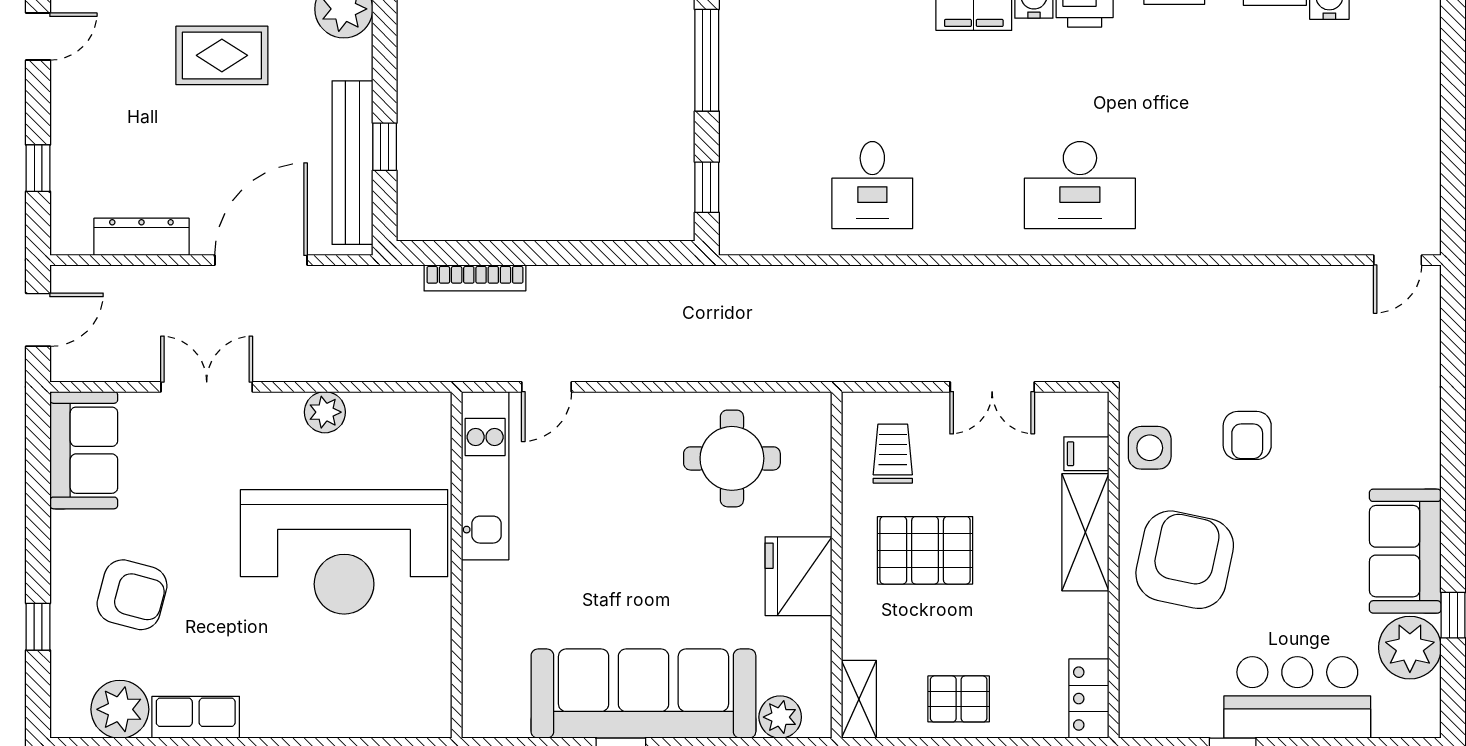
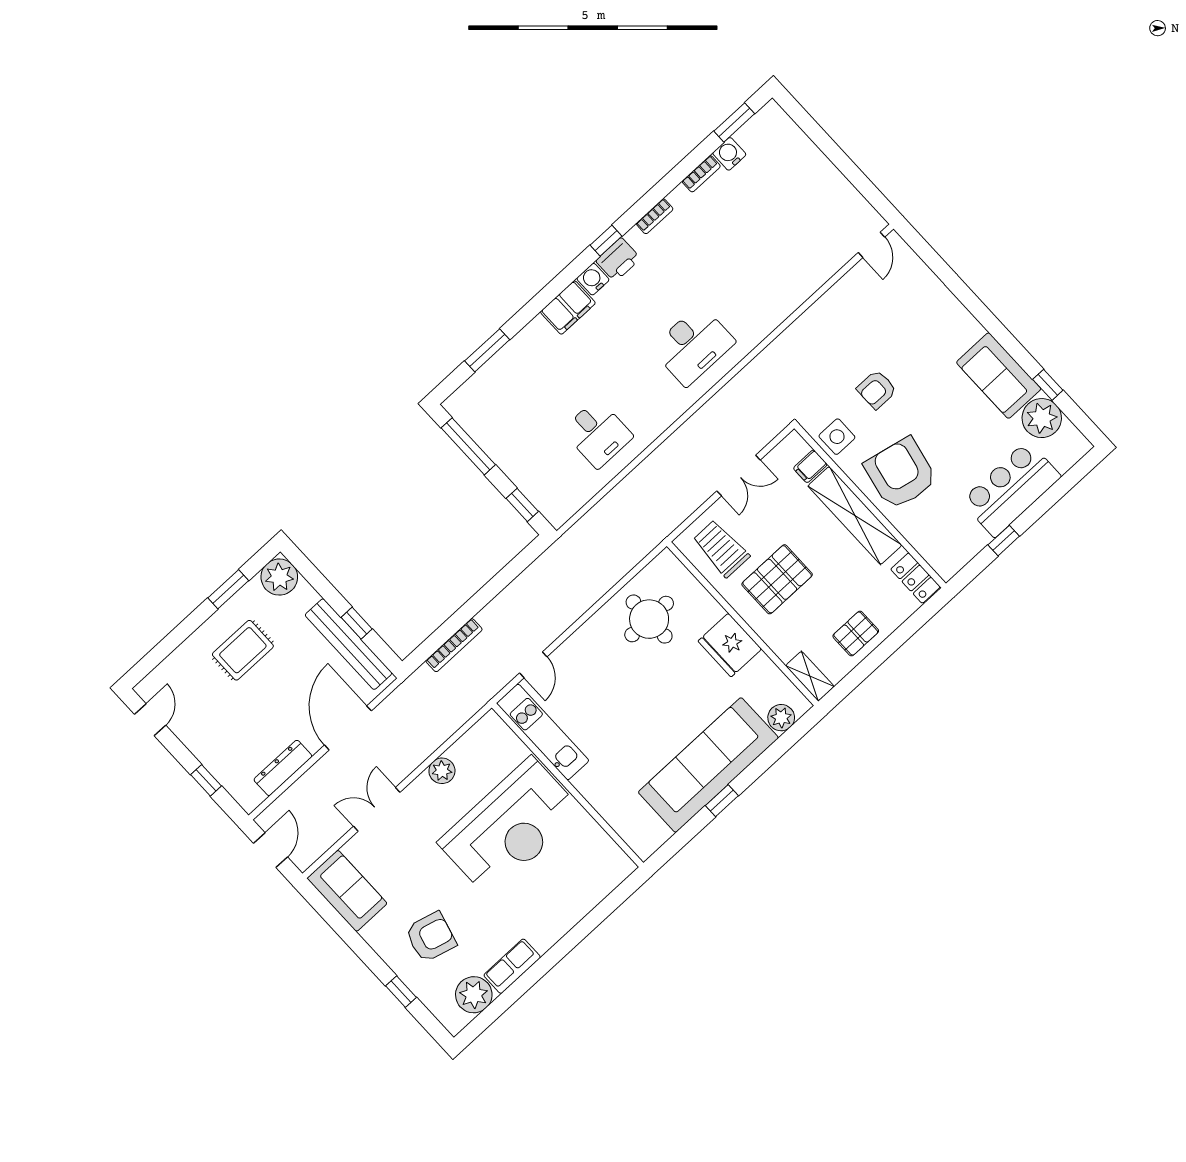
armchair: (1247, 435) -> (877, 390), turned 90
trolley: (893, 454) -> (721, 548), width x1.36, depth x1.39
shelving: (1085, 532) -> (855, 516), width x1.47

